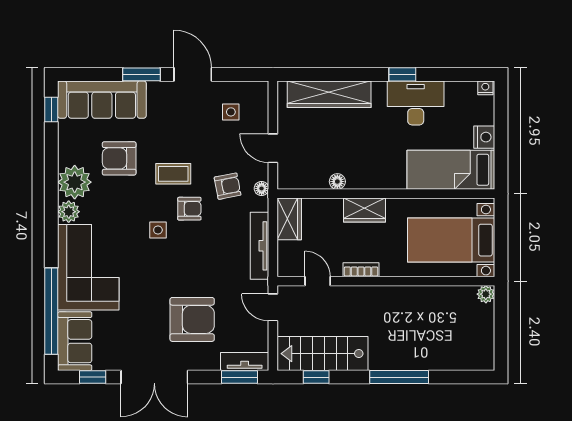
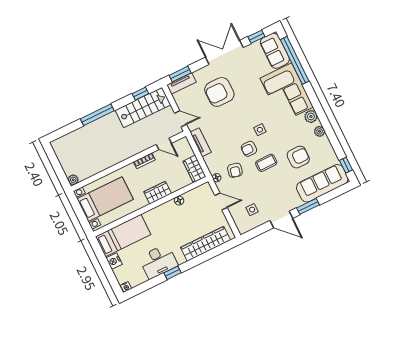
plant: (75, 182) -> (319, 131), width x0.53, depth x0.53
armchair: (228, 186) -> (235, 170), turned -66
tv unit: (260, 246) -> (201, 142), width x0.71

